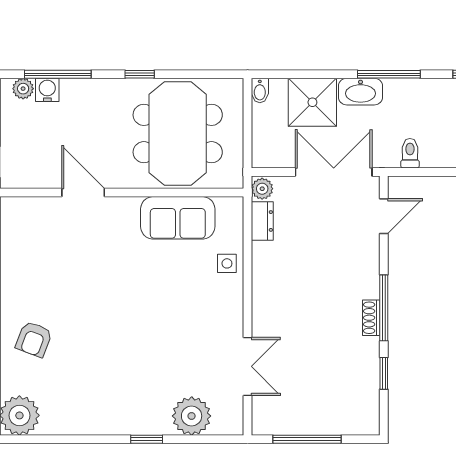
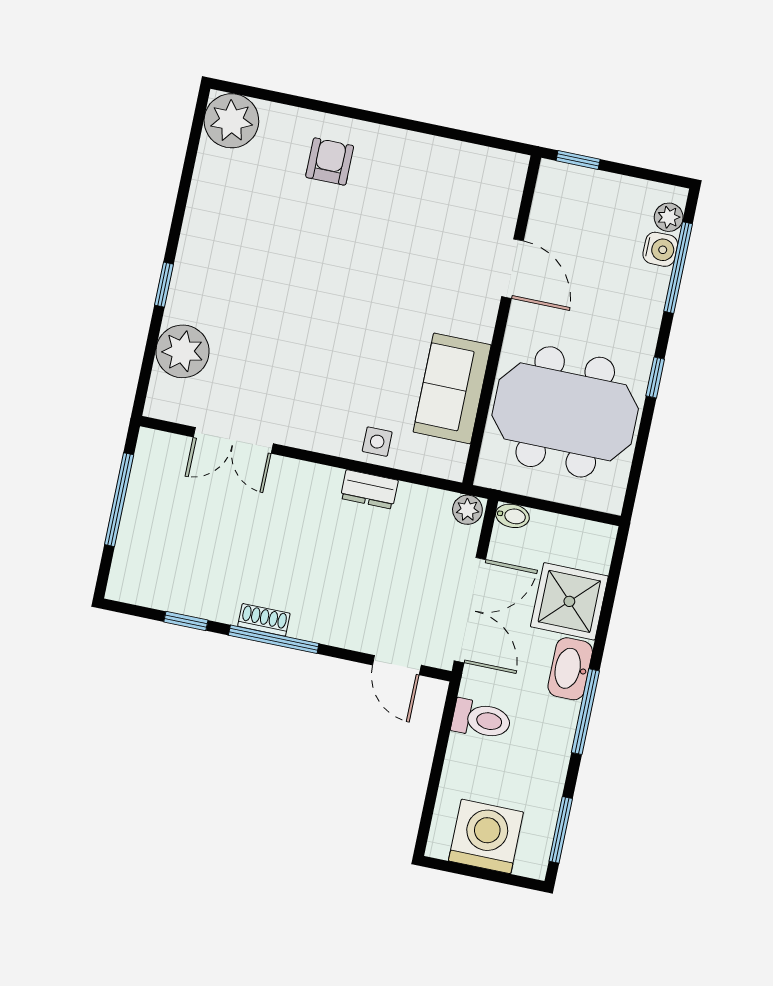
bidet: (260, 91) -> (512, 516), moved, turned 180
toilet: (410, 153) -> (481, 720), width x1.37, depth x1.39
door: (83, 193) -> (513, 269), hinge flipped
dresser: (262, 221) -> (369, 489), moved
armchair: (34, 339) -> (330, 161), turned 69

